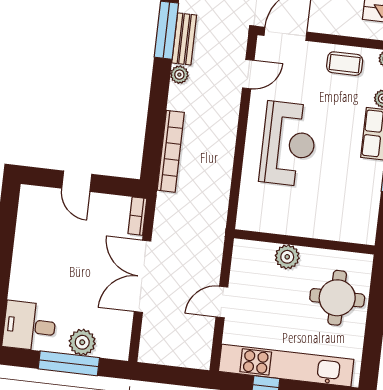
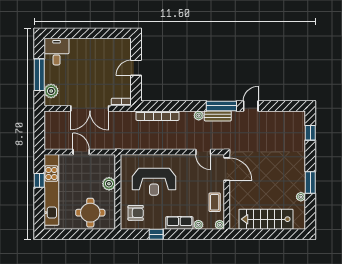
reception desk: (288, 144) -> (154, 182), moved
armchair: (347, 213) -> (136, 213), added
double door: (142, 276) -> (90, 108), swing flipped
plant: (82, 342) -> (51, 91), moved

